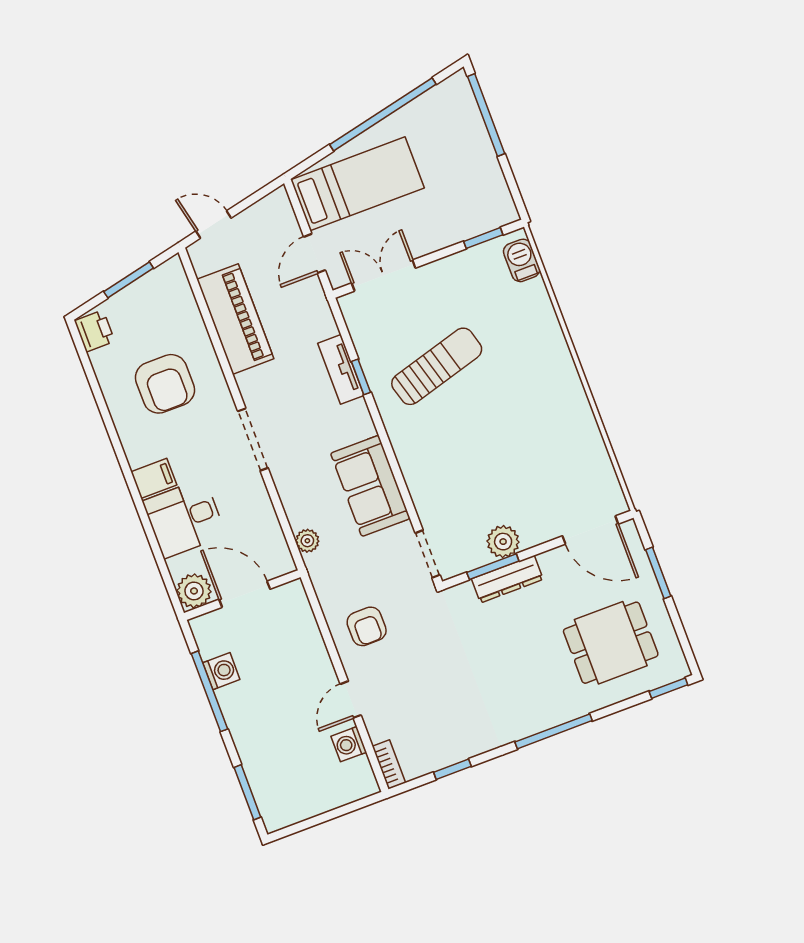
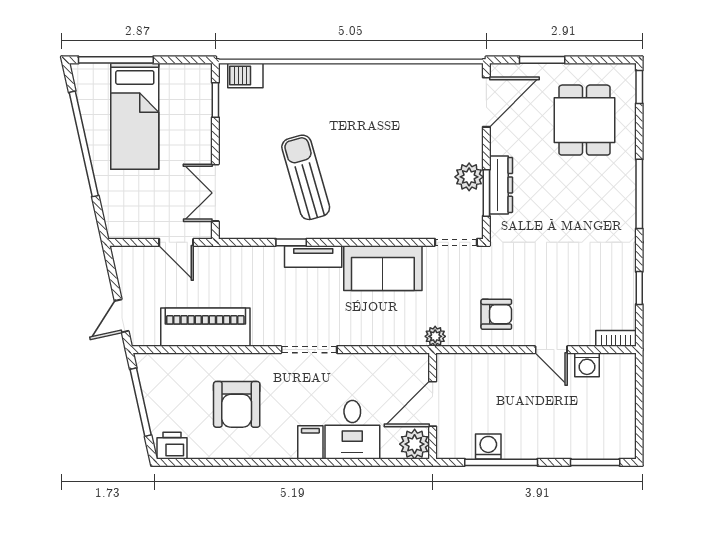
bed: (358, 184) -> (135, 116), moved, turned 180
window: (129, 280) -> (141, 402), width x1.44
tv unit: (341, 369) -> (313, 256), moved
armchair: (165, 384) -> (237, 404), turned 90
plant: (307, 541) -> (435, 336), moved

